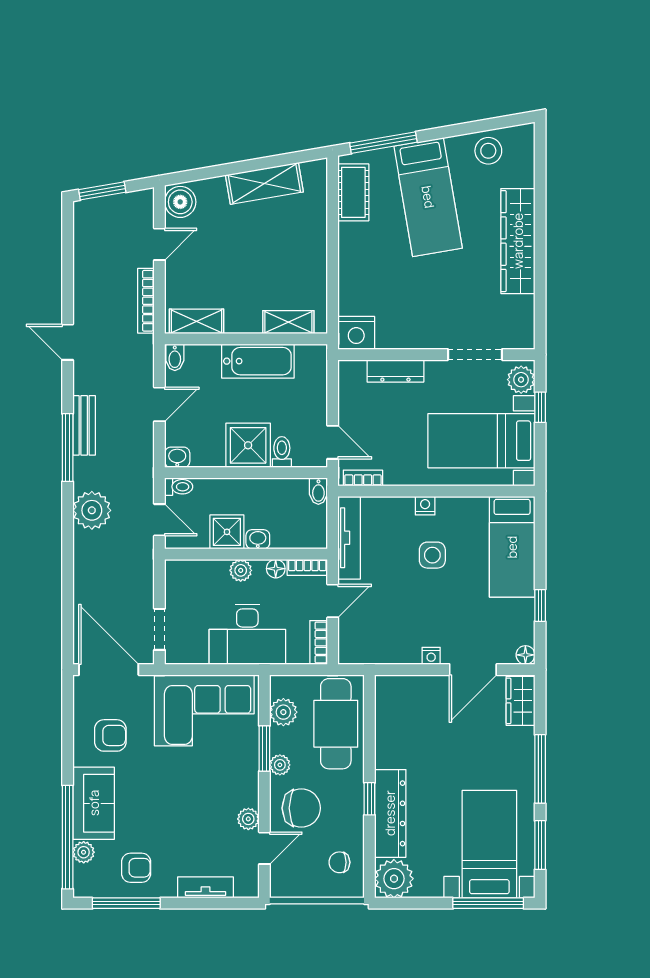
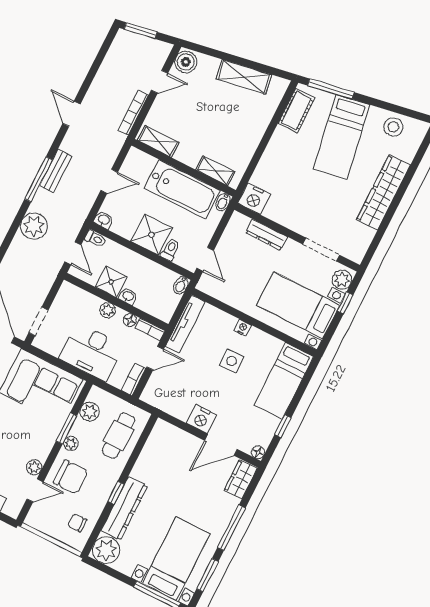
bidet: (175, 357) -> (223, 202), moved
bathtub: (258, 361) -> (182, 189), width x1.36, depth x1.36
bookcase: (363, 478) -> (213, 291), removed
nightstand: (431, 656) -> (201, 419), width x1.89, depth x1.79
cafe table: (336, 724) -> (119, 435), width x0.73, depth x0.74

